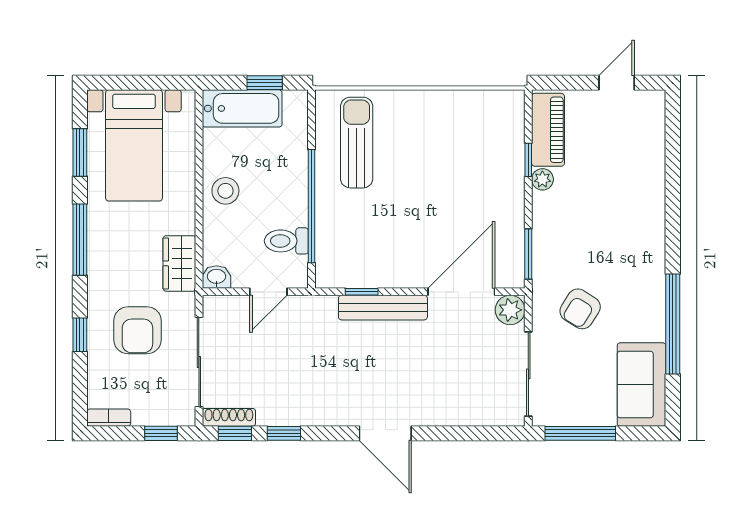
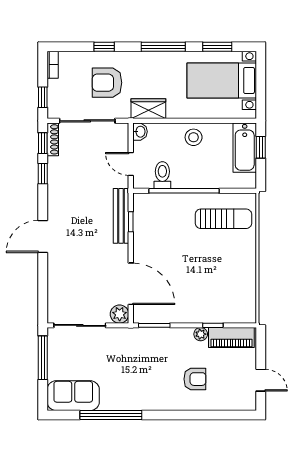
window: (265, 83) -> (261, 147), moved
bench: (383, 308) -> (121, 216), moved
armchair: (580, 309) -> (195, 379), moved, turned 148

